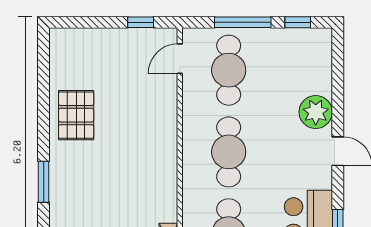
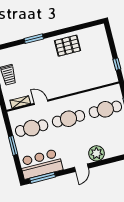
door: (180, 59) -> (41, 102), moved

